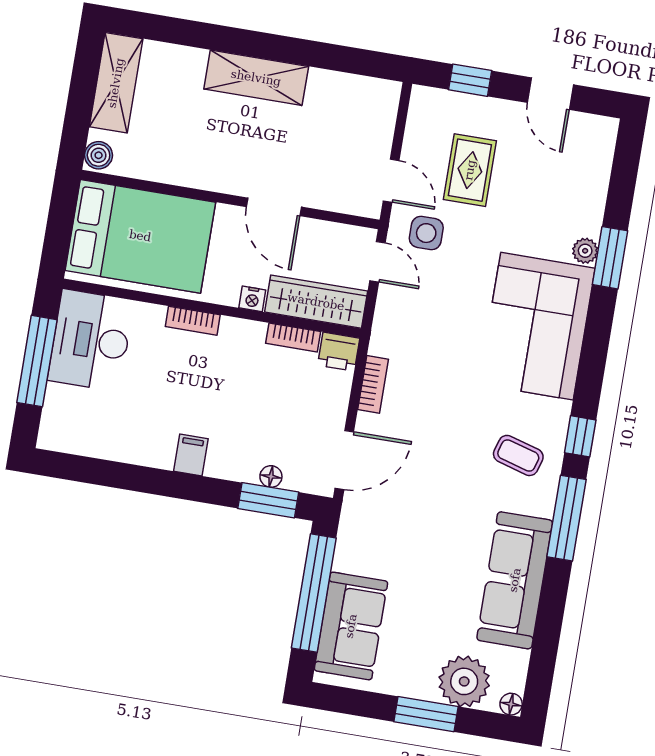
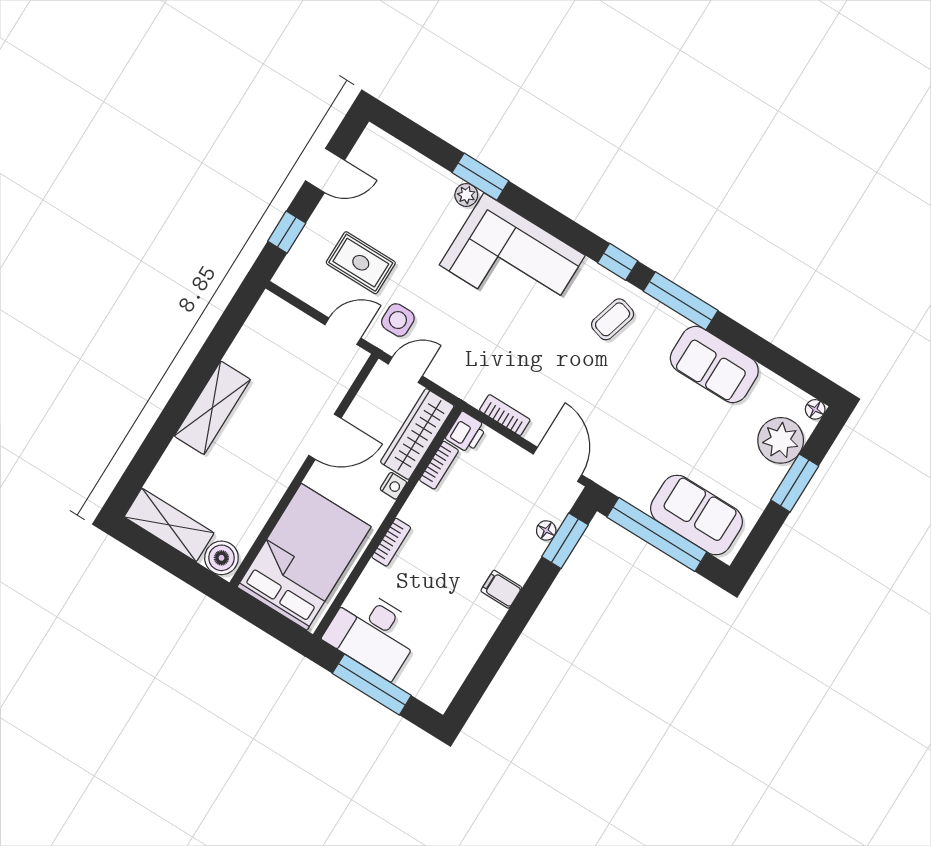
boiler: (99, 155) -> (221, 558), width x1.36, depth x1.36
sofa: (515, 580) -> (714, 365), width x0.73

